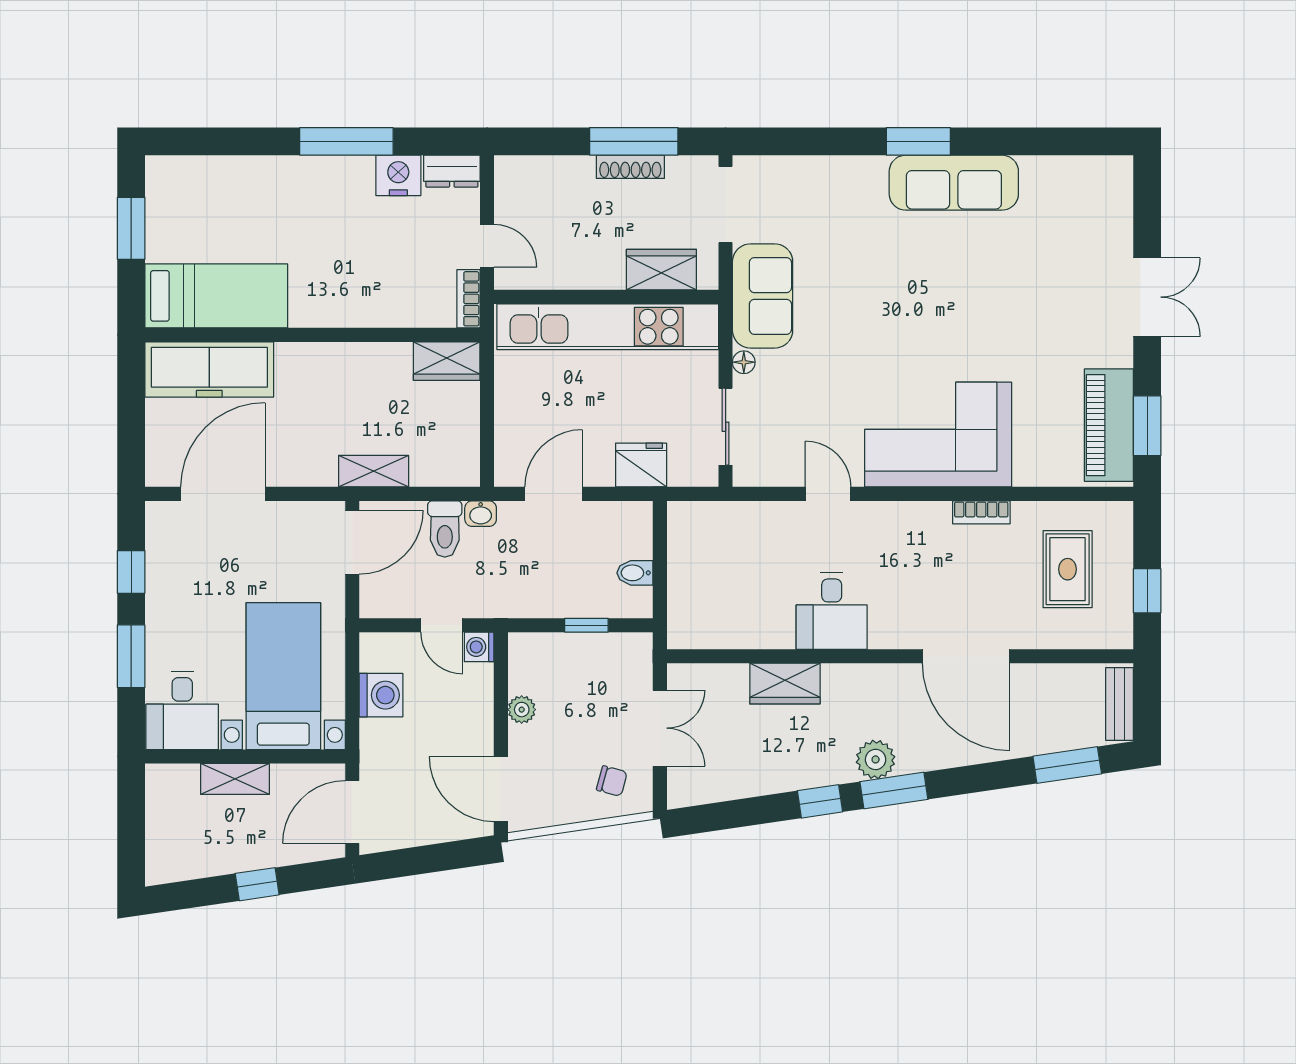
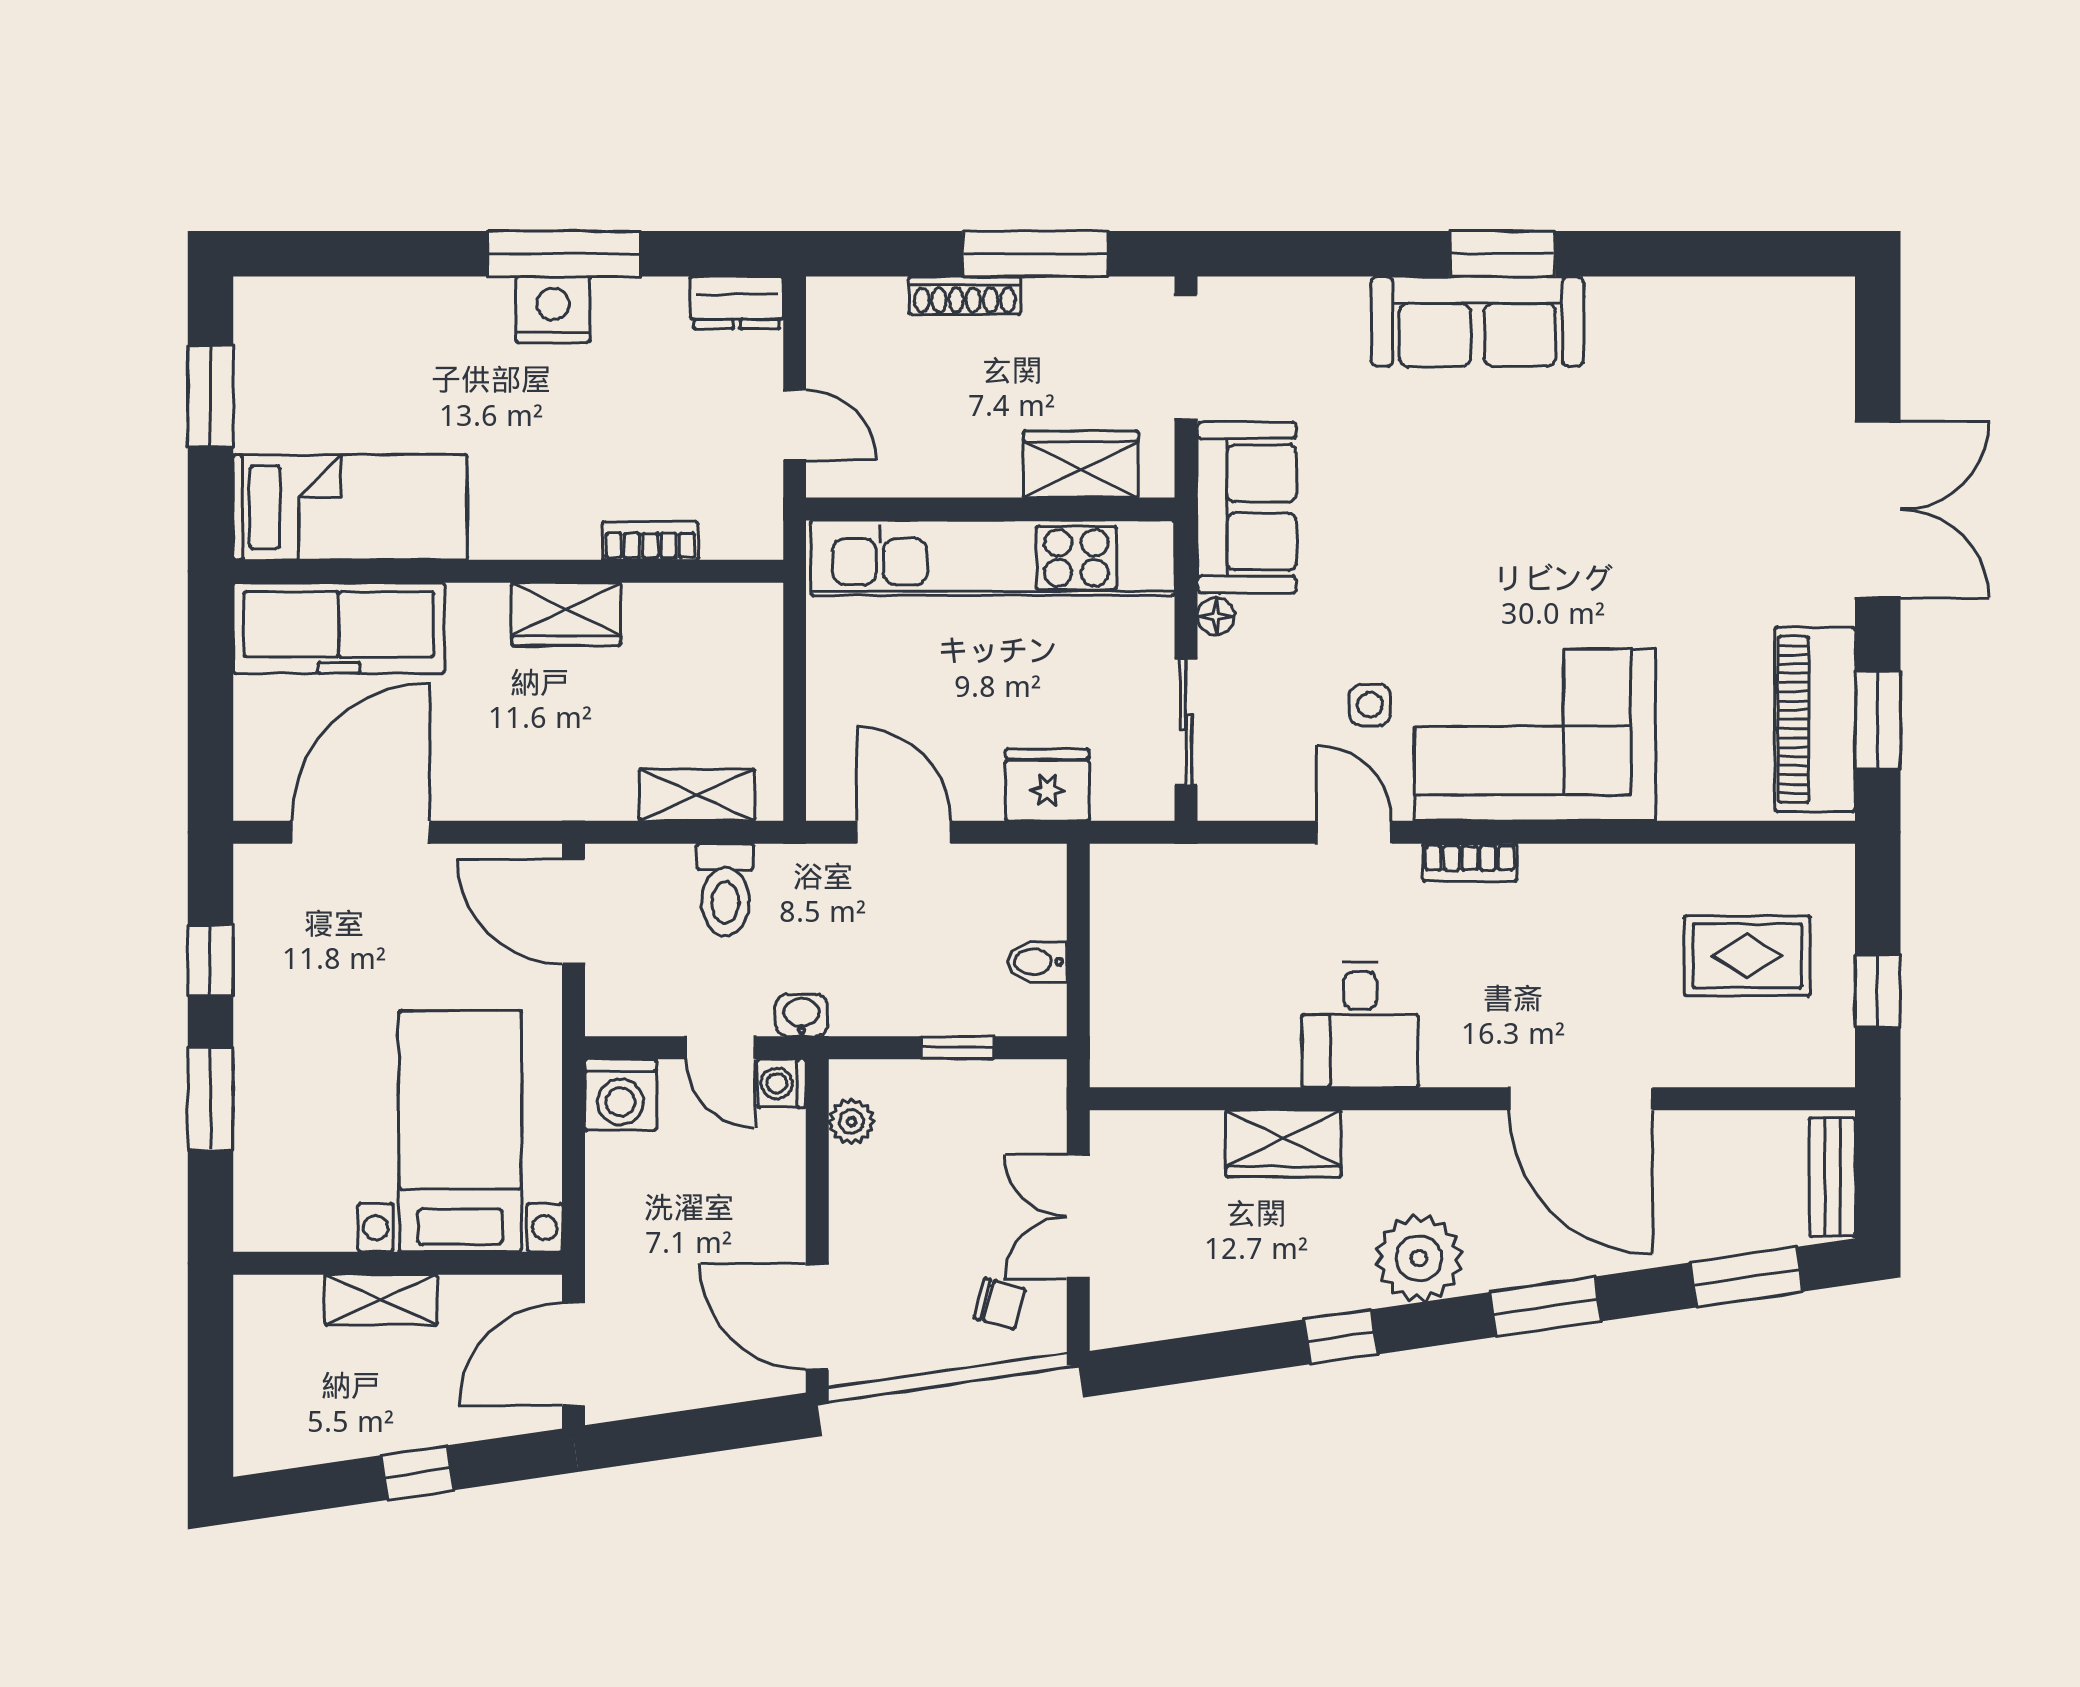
shoe rack: (630, 167) -> (965, 295), moved
nightstand: (398, 175) -> (553, 310), moved
sofa: (954, 183) -> (1477, 321), moved
double door: (1147, 297) -> (1878, 509), width x1.37
bookcase: (469, 299) -> (650, 541), moved, turned 90
wardrobe: (447, 361) -> (566, 614), moved
side table: (838, 416) -> (1370, 705), added
shelving: (374, 471) -> (697, 795), moved
door: (554, 494) -> (904, 832), hinge flipped
bookcase: (981, 512) -> (1470, 862), moved
washbasin: (481, 514) -> (802, 1015), moved, turned 180
door: (352, 542) -> (573, 912), swing flipped
rug: (1068, 569) -> (1747, 956), turned 90
washing machine: (381, 695) -> (621, 1095), moved, turned 90
desk: (182, 710) -> (294, 1188), removed
plant: (522, 710) -> (851, 1121), moved
double door: (660, 728) -> (1078, 1217), swing flipped
plant: (876, 759) -> (1419, 1258), width x1.36, depth x1.36
window: (894, 790) -> (1545, 1307), moved

